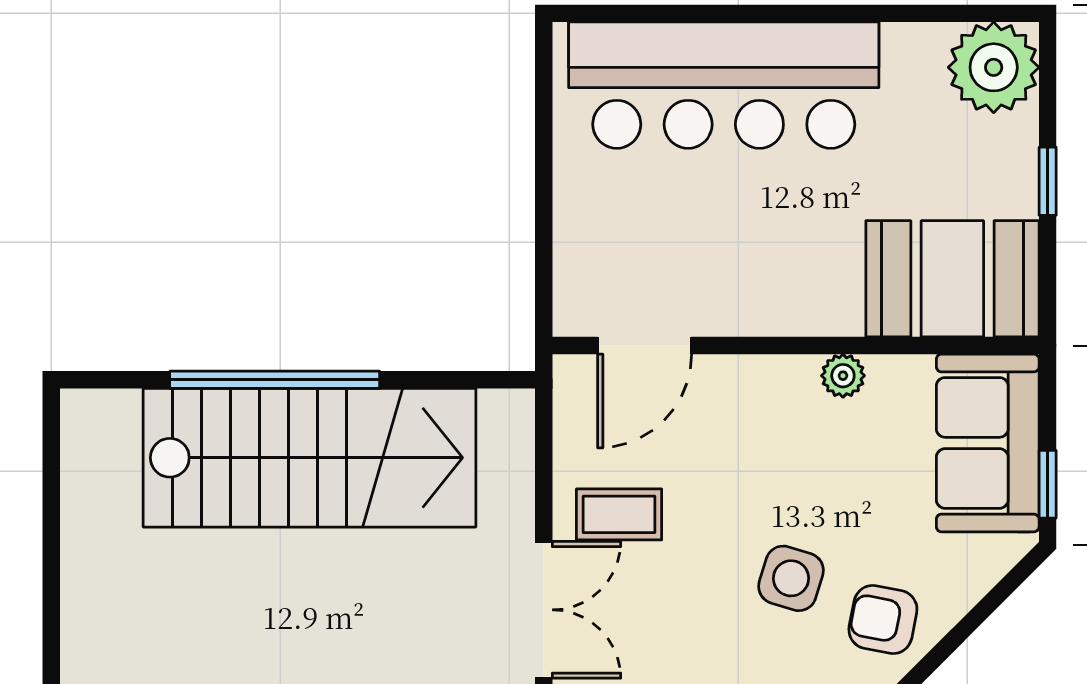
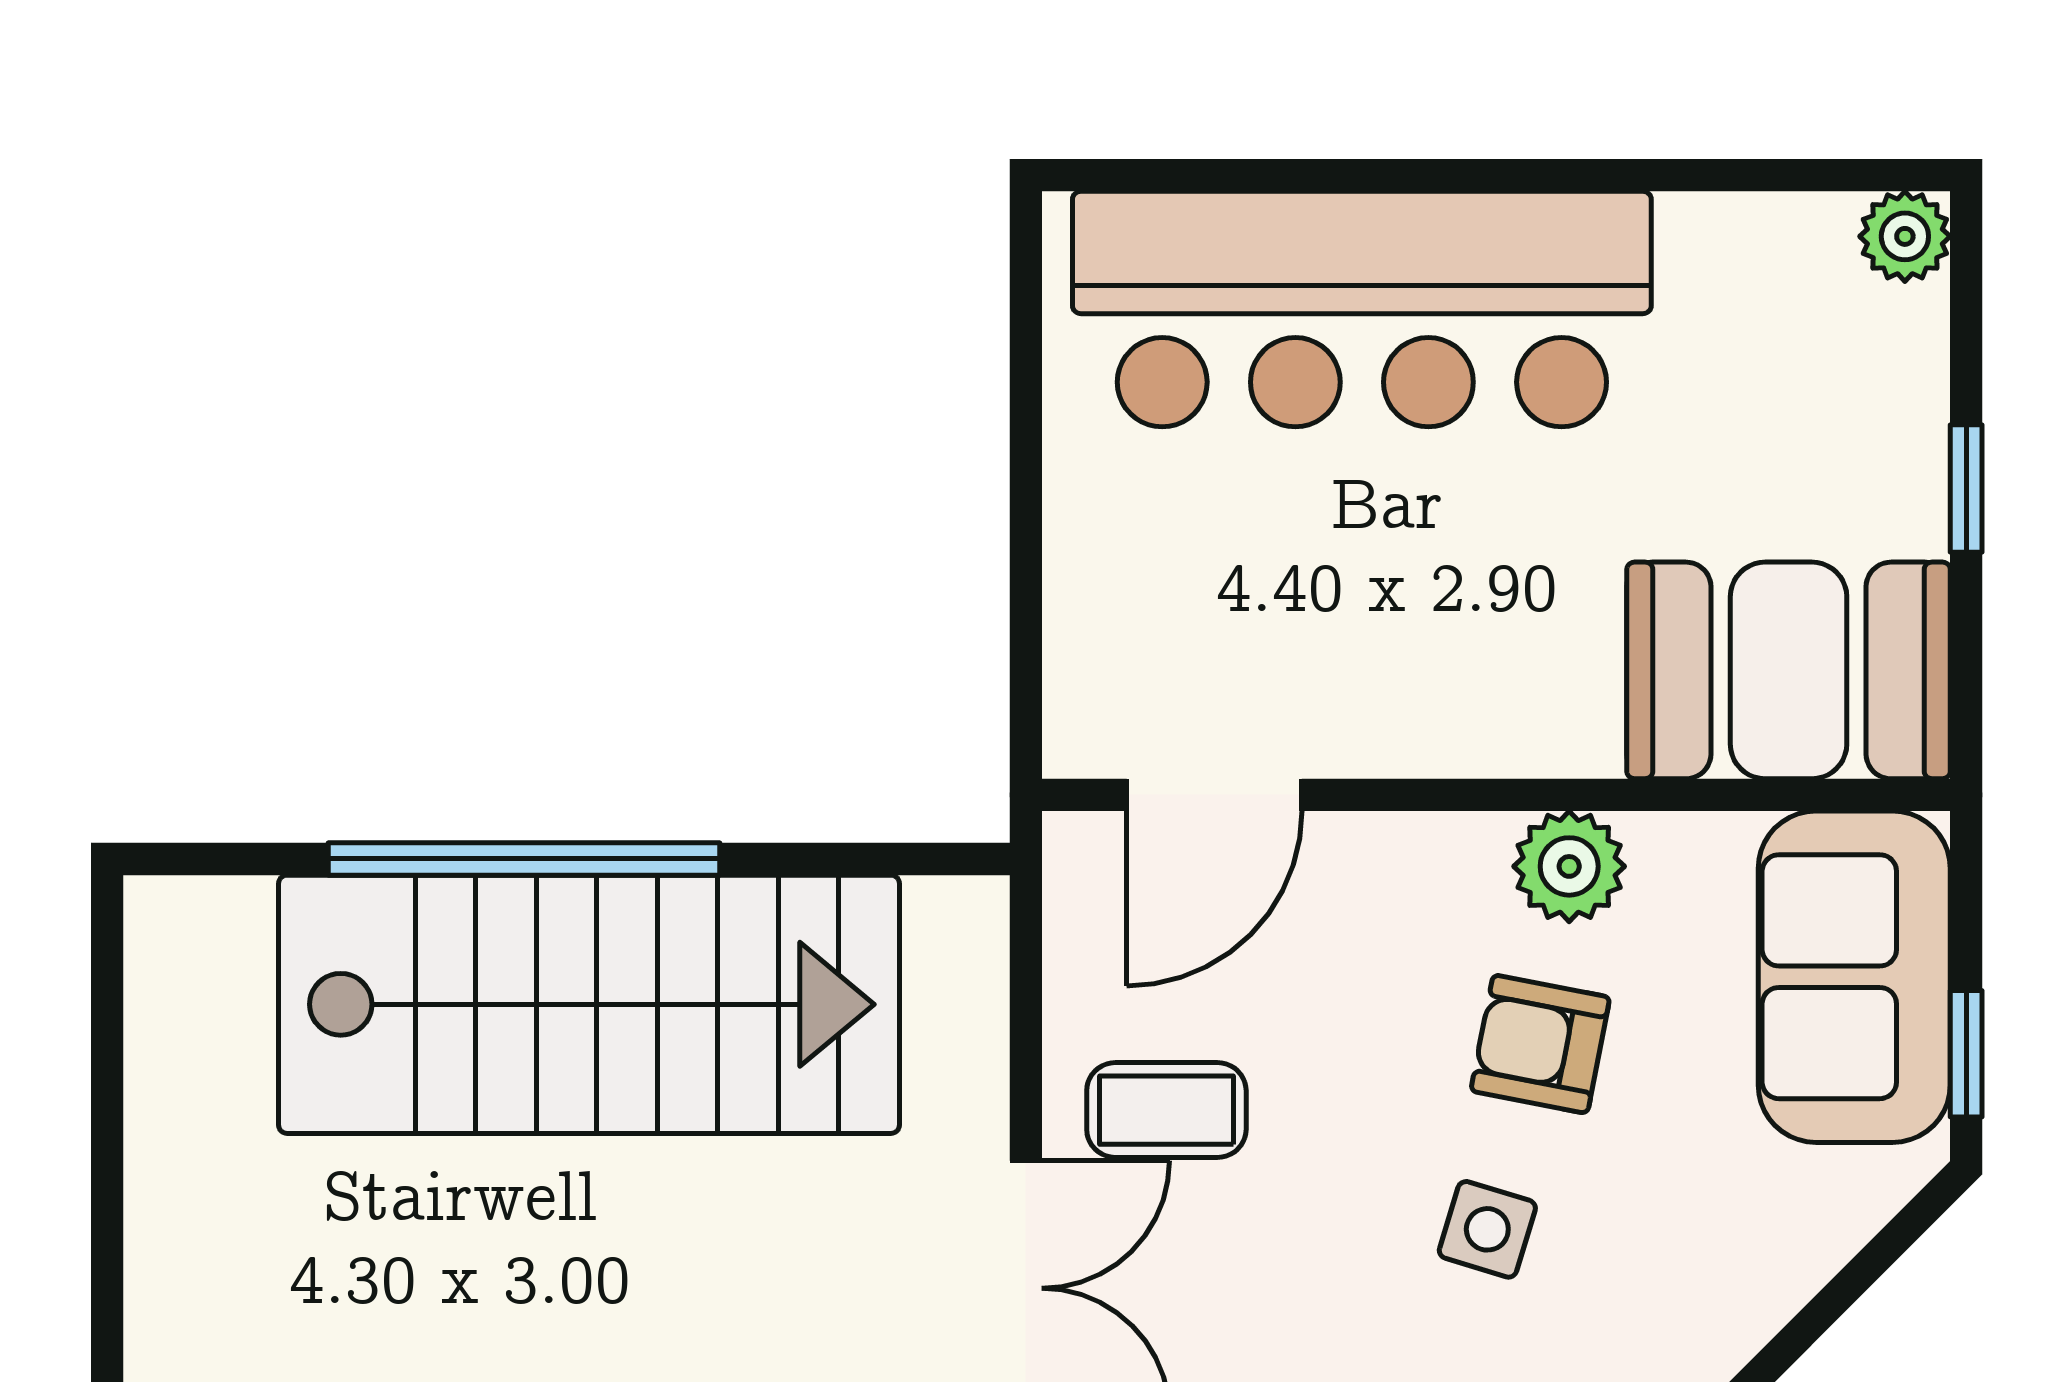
plant: (994, 67) -> (1905, 236), width x0.53, depth x0.53
plant: (843, 376) -> (1569, 866), width x1.38, depth x1.38
side table: (791, 578) -> (1487, 1229), width x0.73, depth x0.73
armchair: (883, 620) -> (1540, 1044), moved

